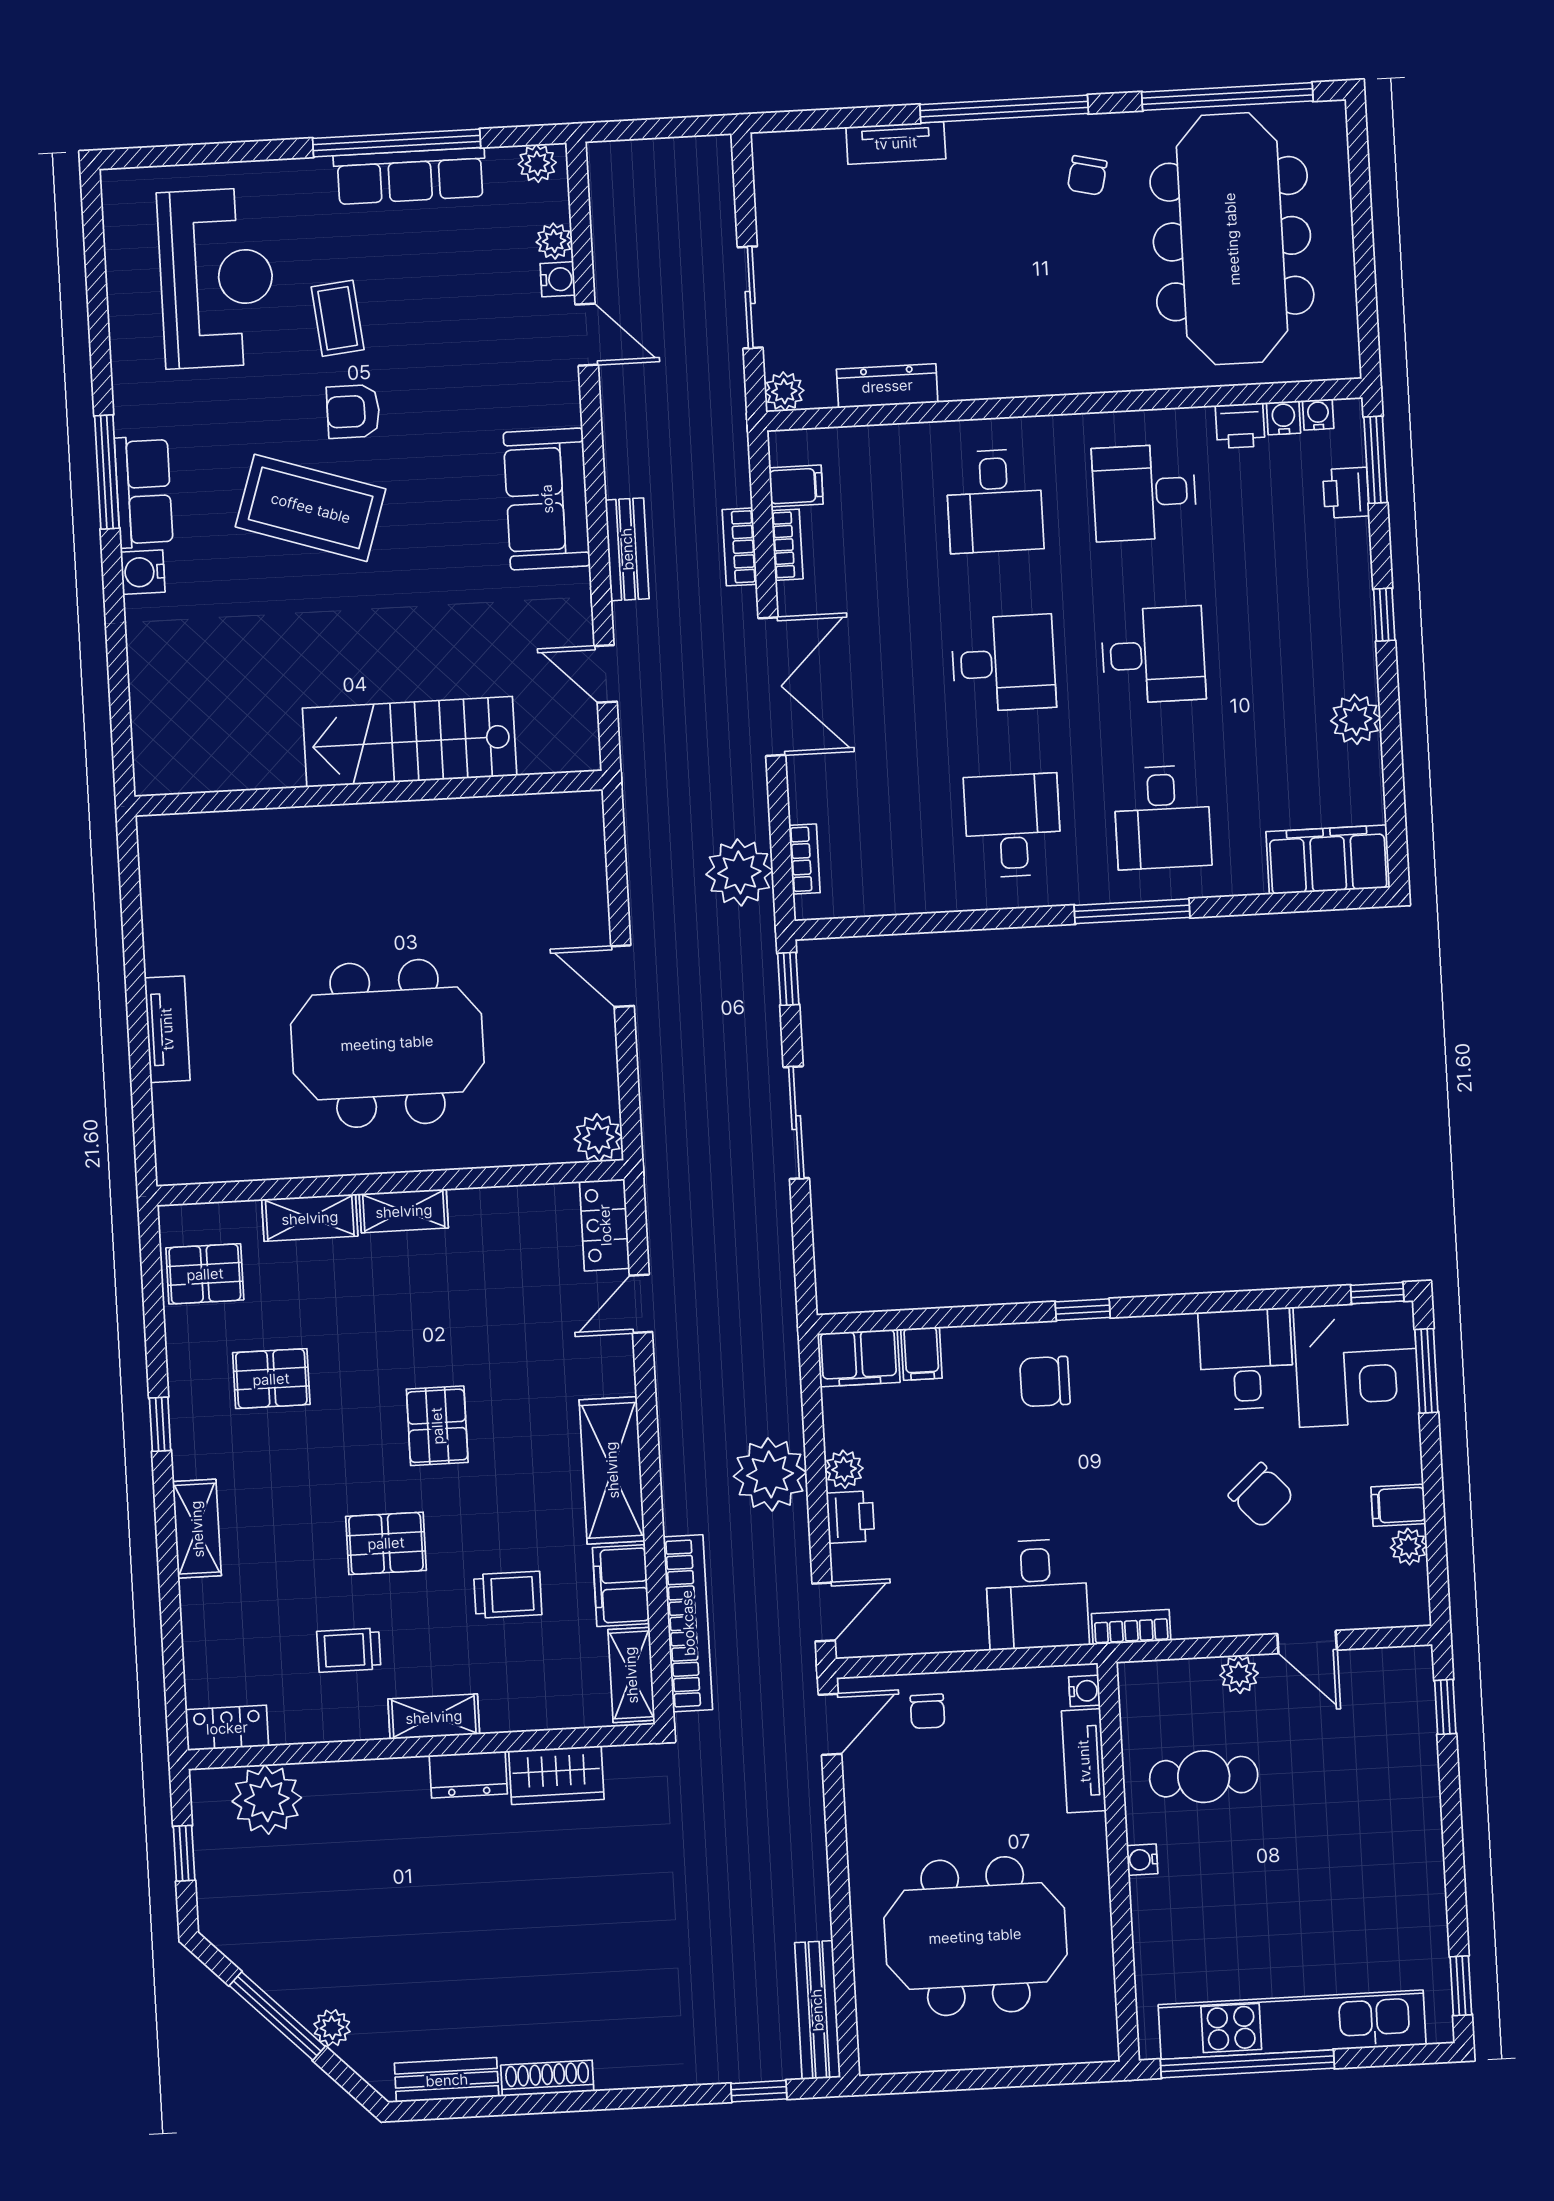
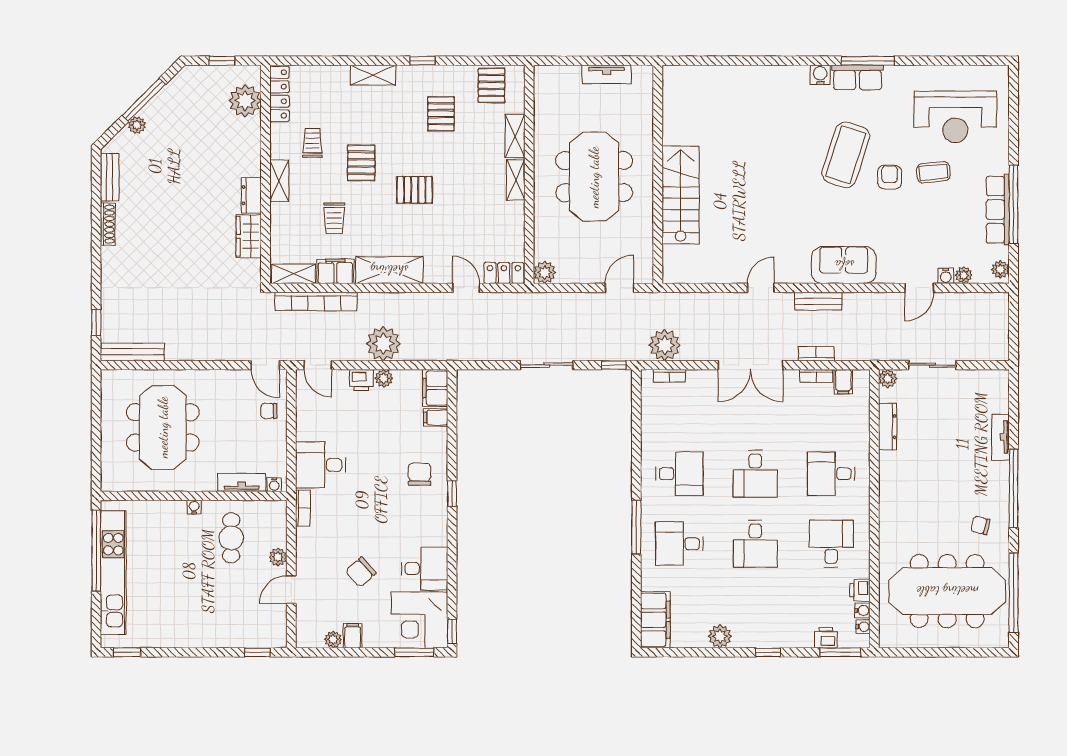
stairs: (410, 742) -> (681, 195), moved
wall: (369, 793) -> (658, 174), moved
locker: (227, 1728) -> (279, 94), width x1.53

